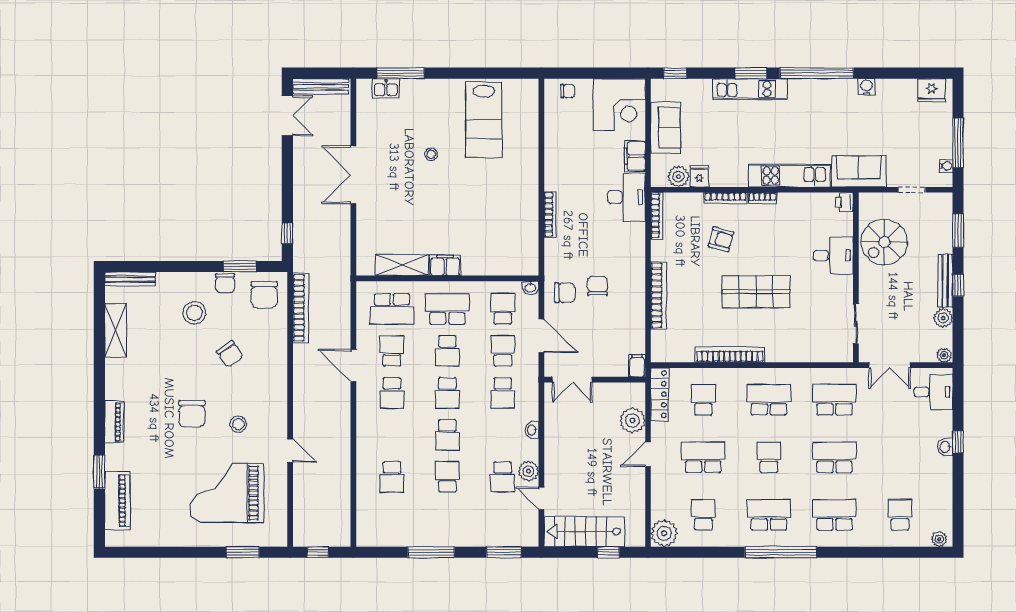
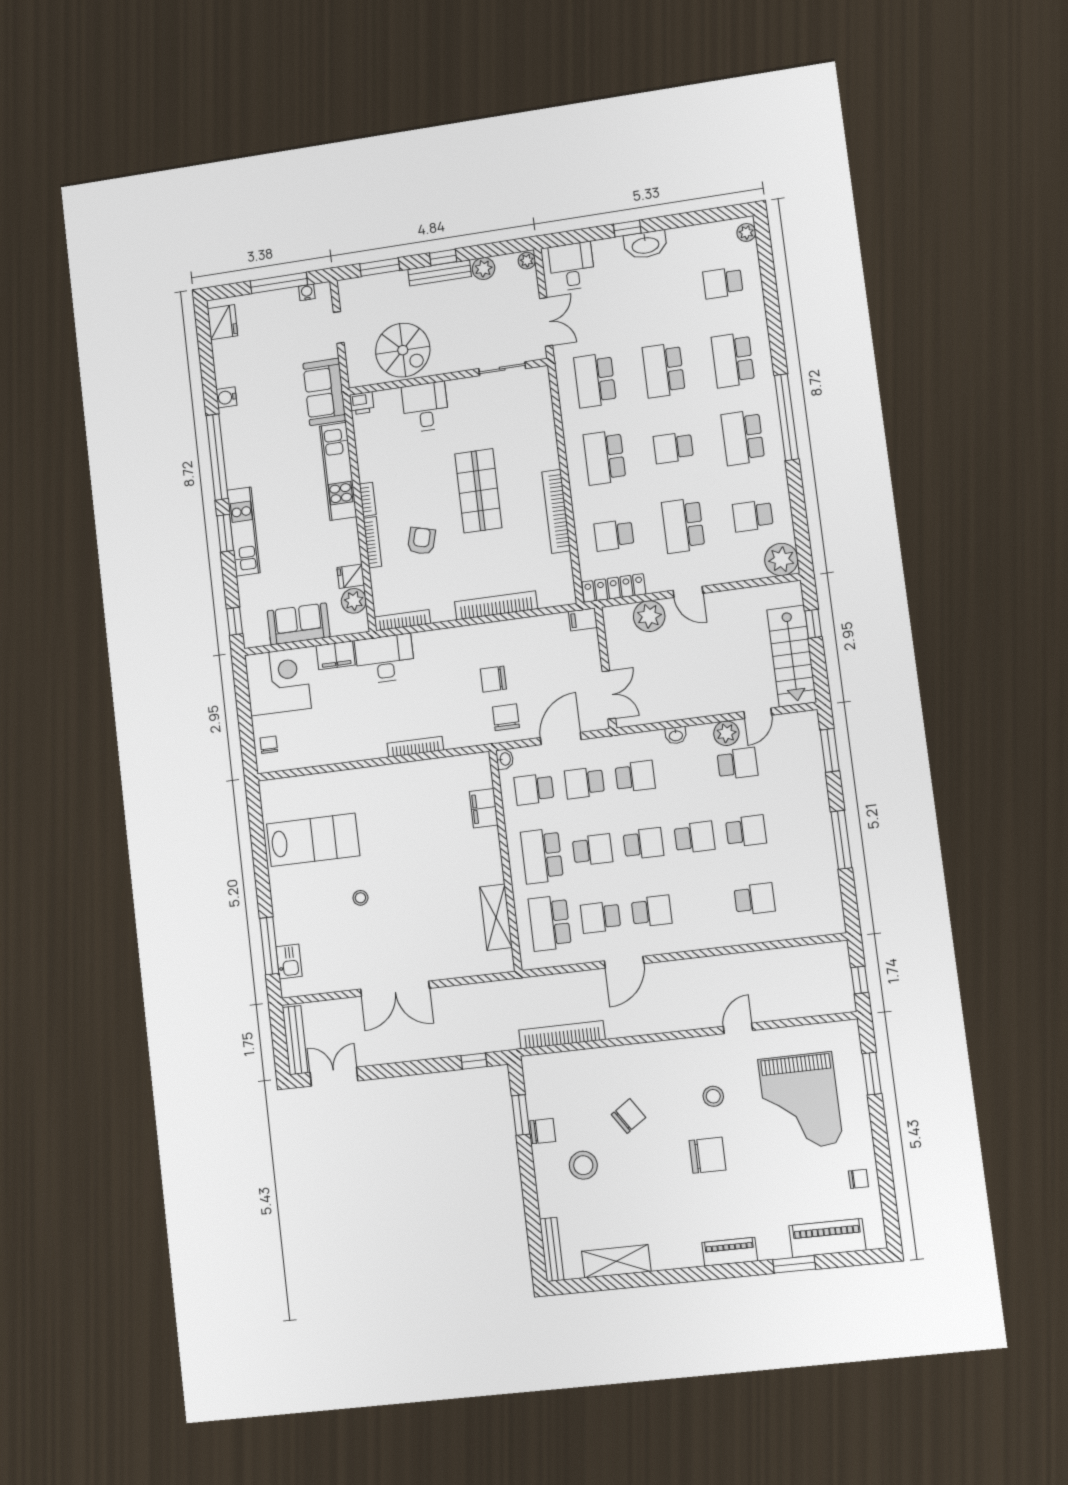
filing cabinet: (445, 265) -> (484, 808), moved
chair: (264, 295) -> (858, 1179), moved, width x0.54, depth x0.54
school desk: (392, 309) -> (550, 923), turned 180
washbasin: (945, 447) -> (645, 245), width x1.91, depth x1.45
school desk: (447, 477) -> (746, 831), turned 180

